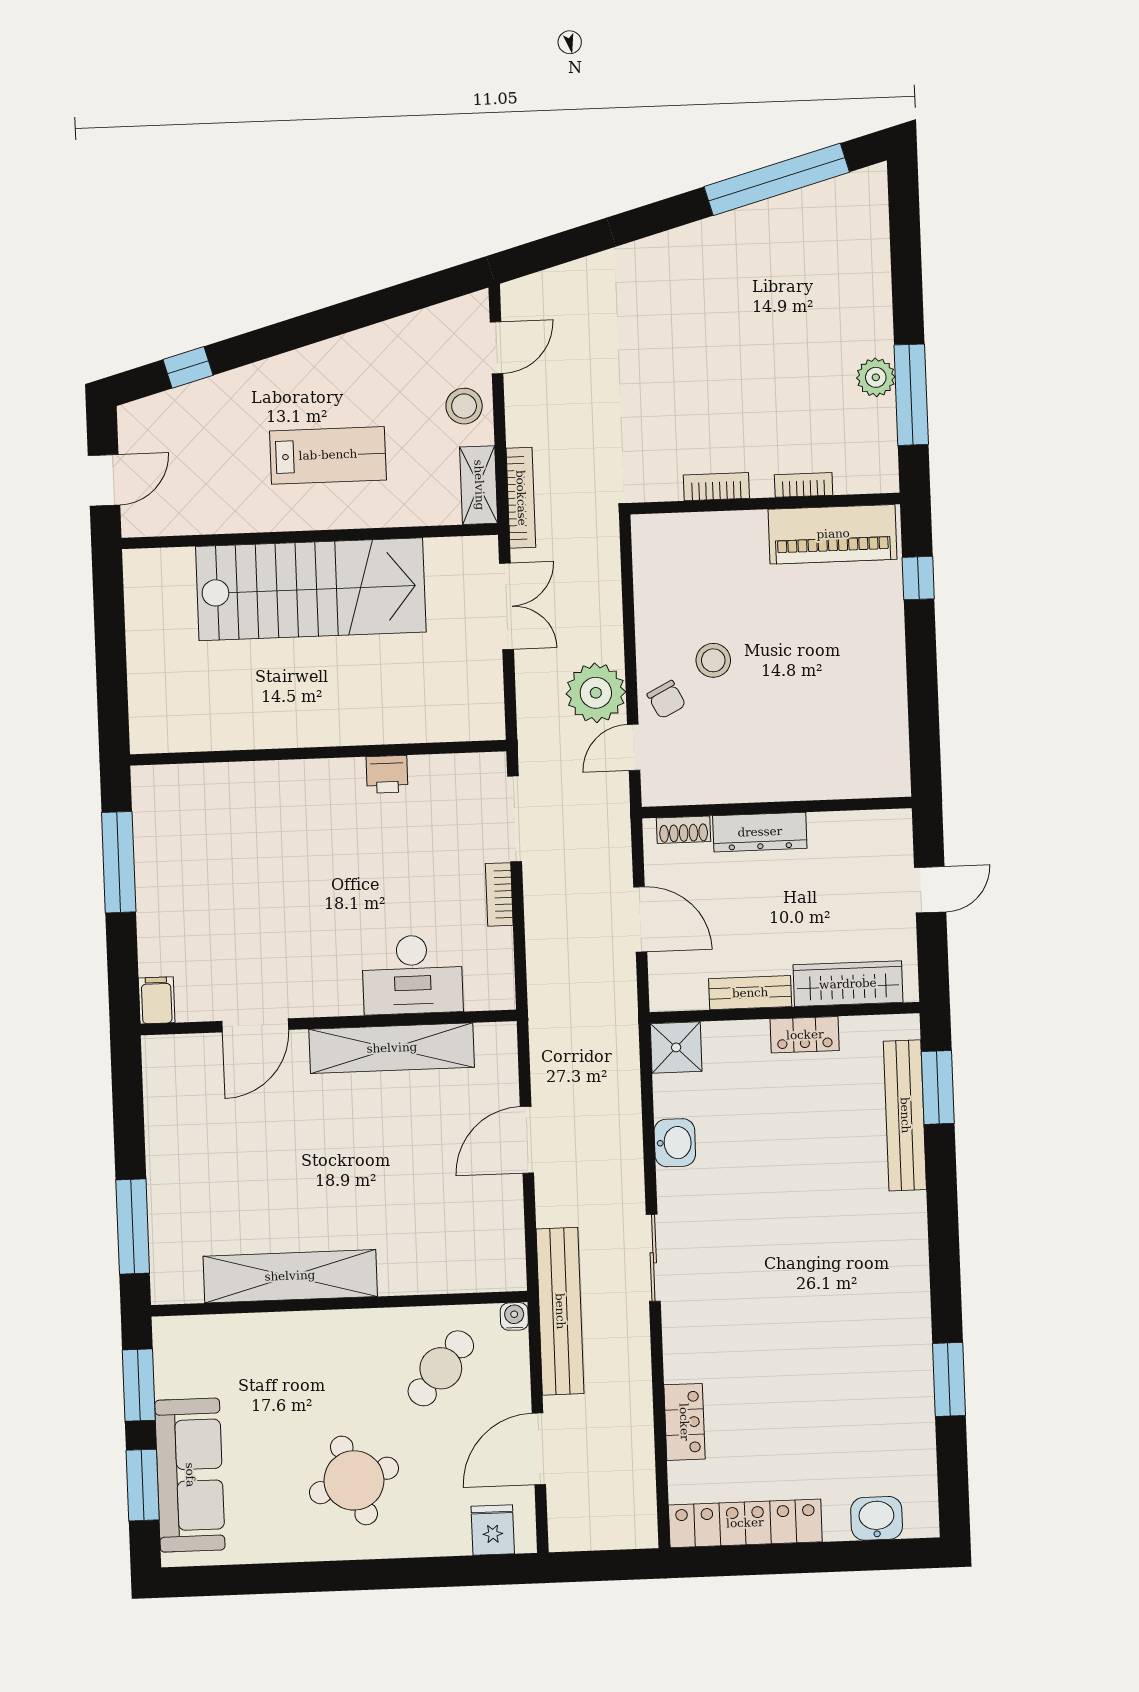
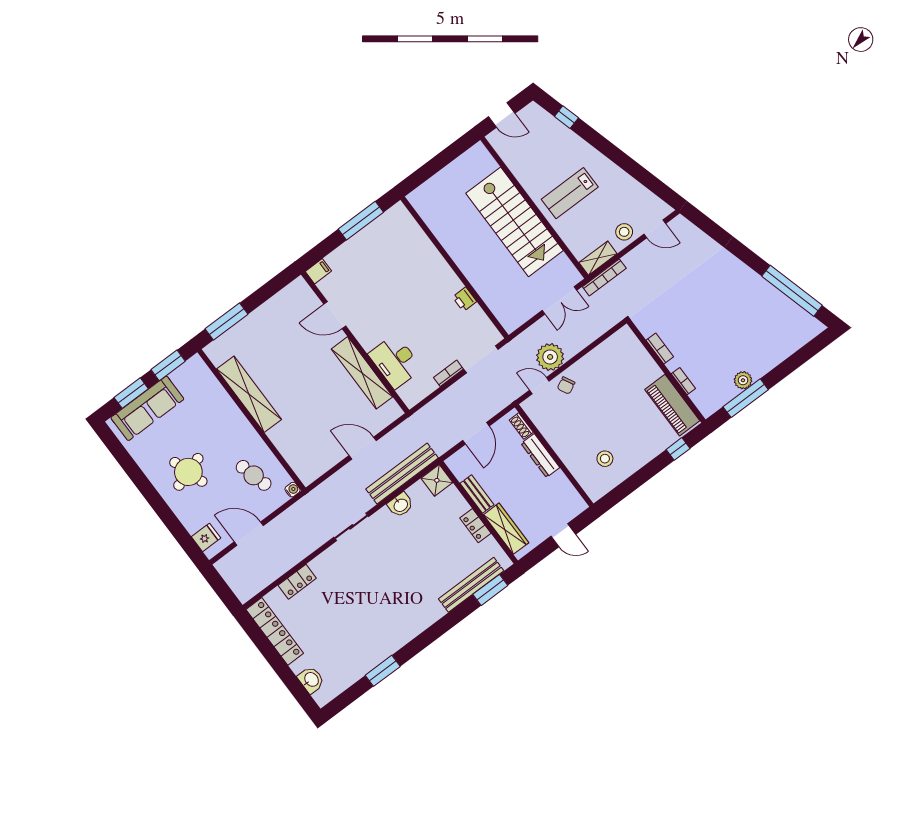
lab bench: (328, 455) -> (570, 193), turned 90
stool: (713, 660) -> (605, 459), moved
bench: (560, 1311) -> (402, 473), moved
cafe table: (441, 1368) -> (254, 475), turned 35

